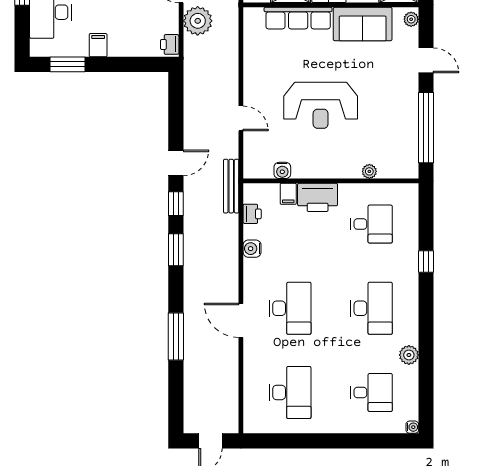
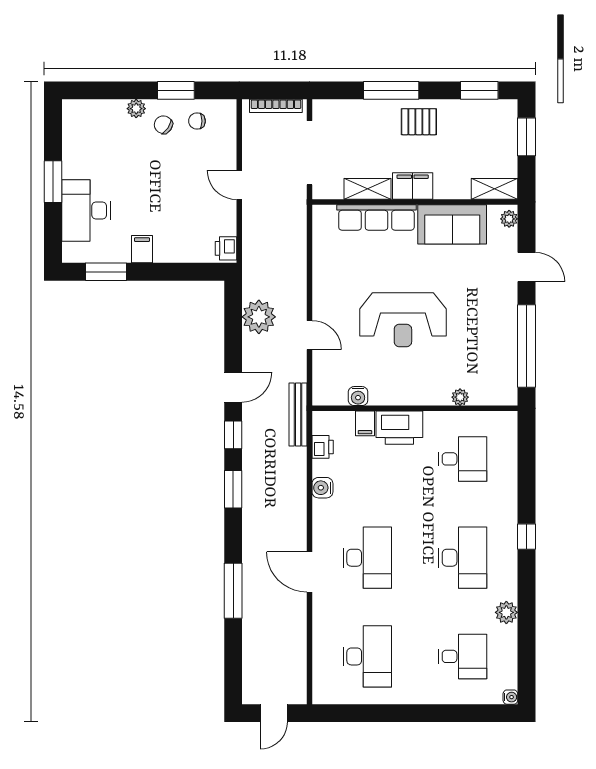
plant: (198, 21) -> (259, 317), moved
window: (426, 262) -> (526, 537), moved

